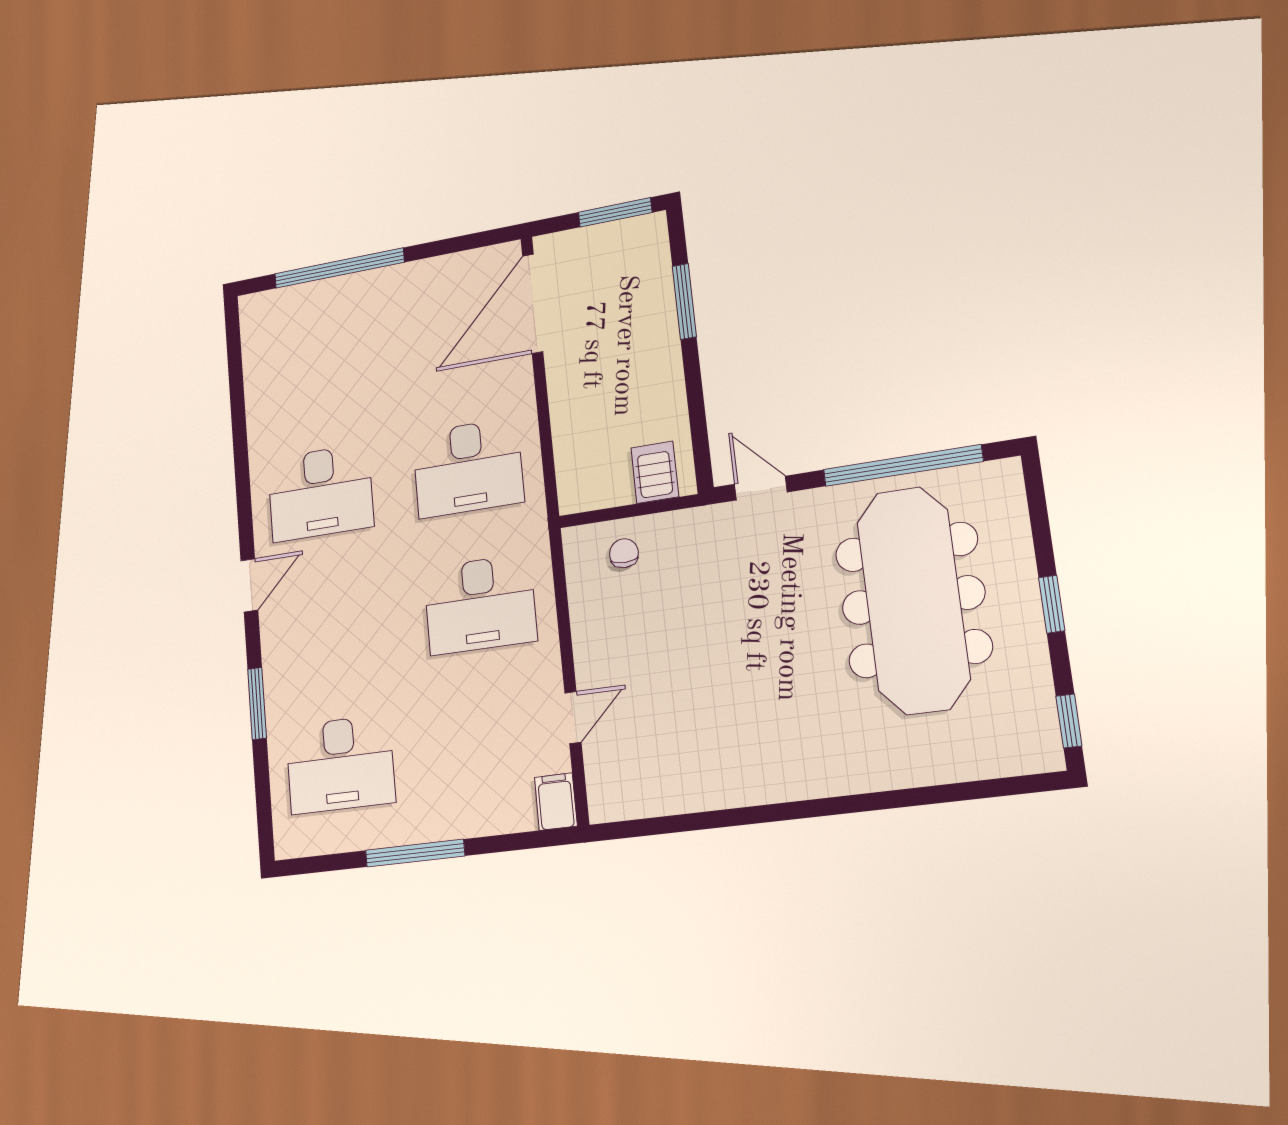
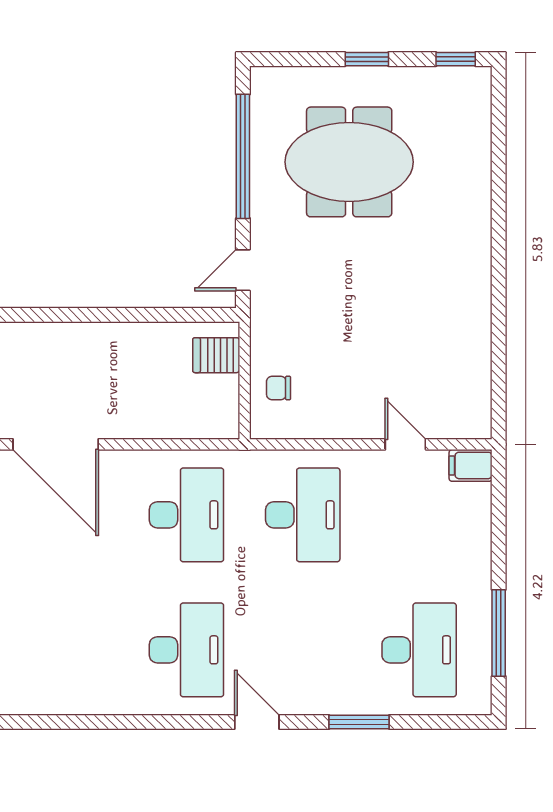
window: (684, 301) -> (78, 315), removed
meeting table: (913, 600) -> (349, 162), width x0.73
window: (415, 853) -> (499, 633), moved

